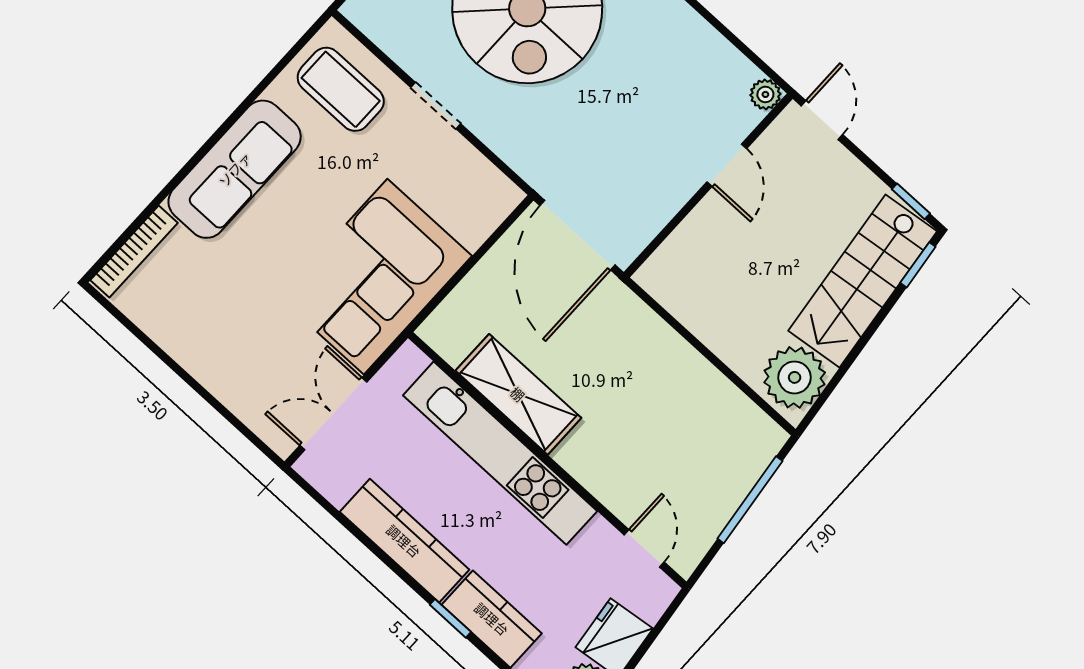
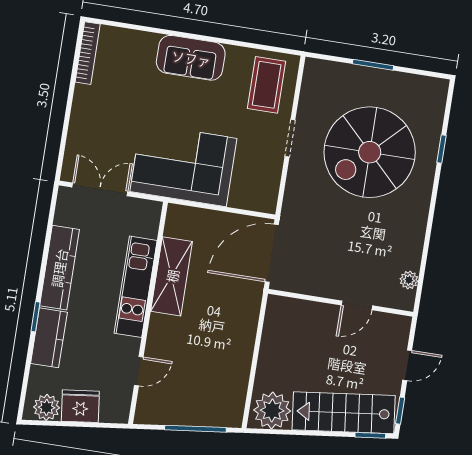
plant: (765, 94) -> (409, 280), moved
door: (822, 120) -> (407, 365), moved
sofa: (235, 169) -> (191, 58), width x0.73
bookcase: (134, 252) -> (88, 53), moved, turned -90
kitchen unit: (500, 453) -> (136, 287), width x0.73
door: (644, 548) -> (139, 371), moved

